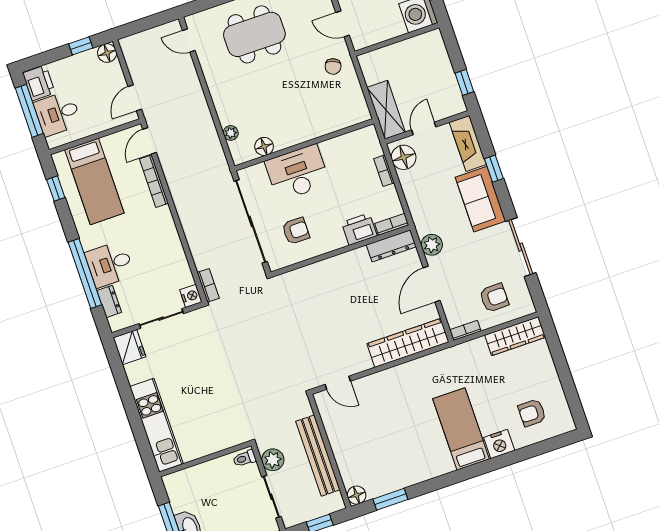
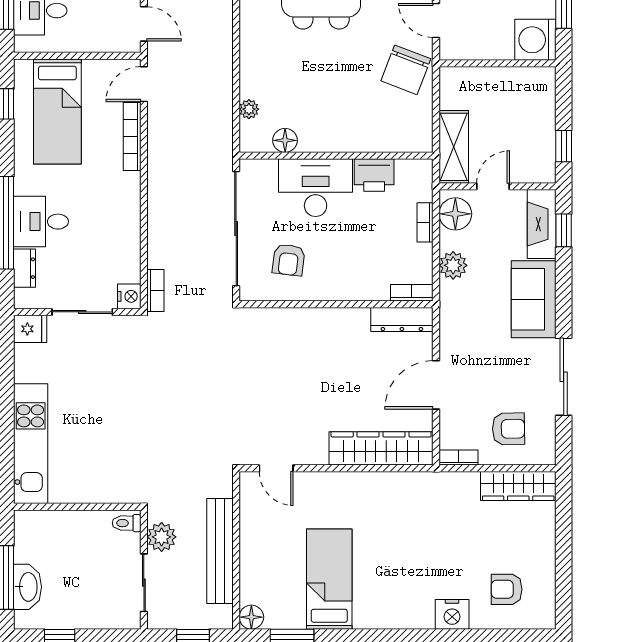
chair: (333, 66) -> (406, 70), width x1.87, depth x1.87
door: (135, 98) -> (144, 24), swing flipped
window: (494, 169) -> (564, 230), moved
printer: (359, 229) -> (374, 175), moved, turned 180
armchair: (296, 231) -> (289, 260), turned 97
plant: (432, 245) -> (453, 265), moved
fridge: (129, 347) -> (30, 329), width x0.72
bed: (461, 429) -> (329, 579), moved

